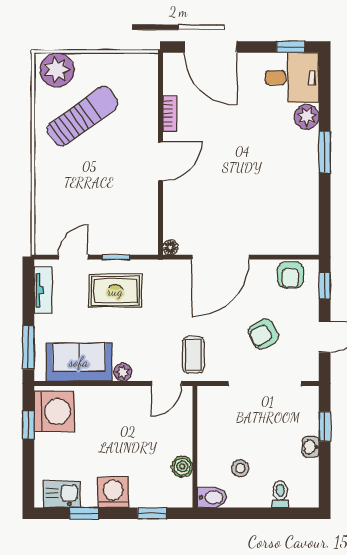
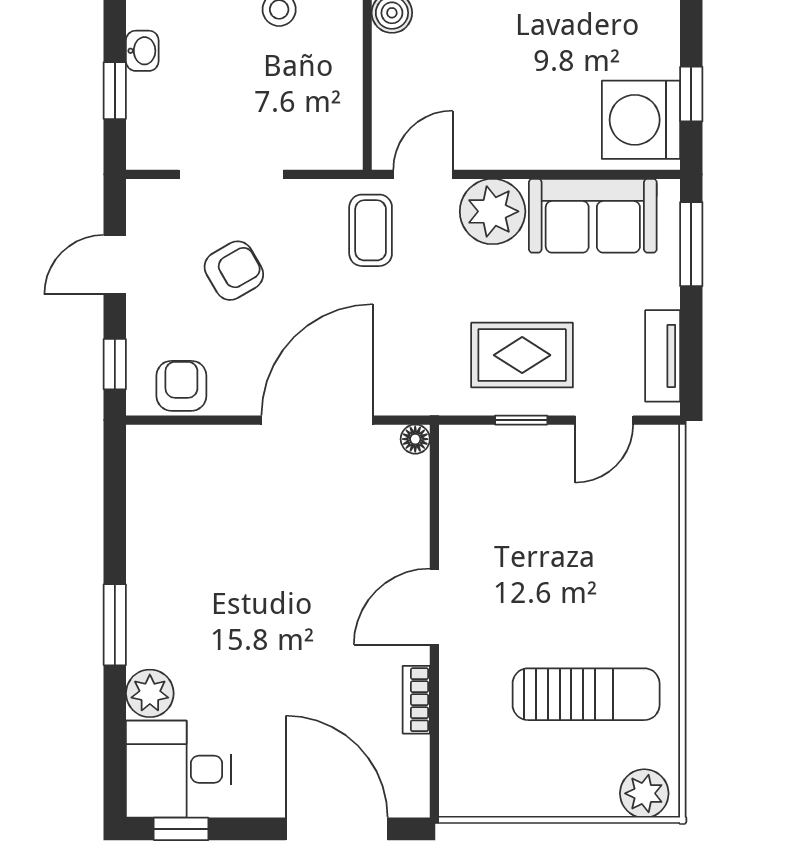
plant: (57, 70) -> (644, 793), width x0.73, depth x0.73
sun lounger: (82, 116) -> (586, 694), turned -144
plant: (123, 372) -> (493, 211), width x1.88, depth x1.88
doorway: (265, 383) -> (231, 174), width x0.73

